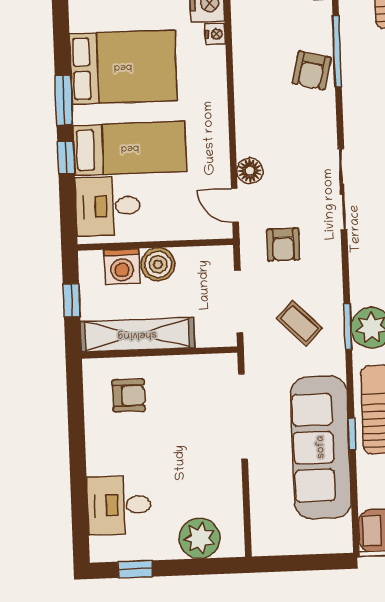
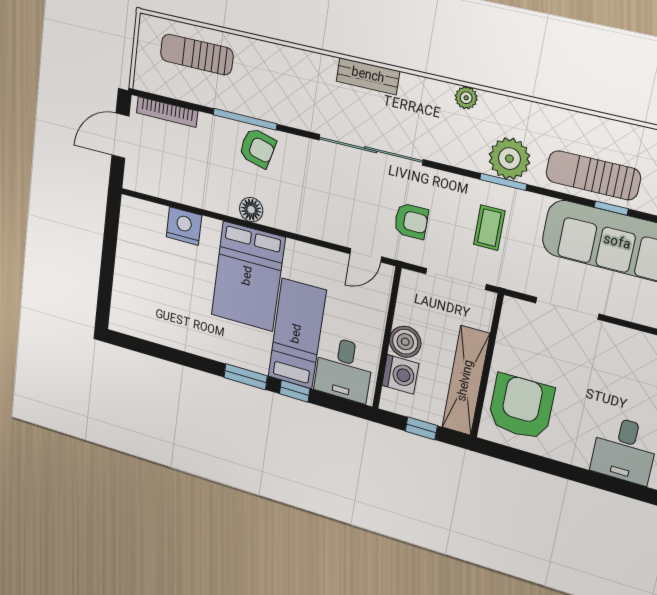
nightstand: (215, 34) -> (211, 227), removed
bed: (123, 67) -> (248, 276), moved, turned 180
floor lamp: (250, 171) -> (251, 210), moved
sliding door: (342, 189) -> (371, 150), width x1.36
coffee table: (299, 323) -> (489, 228), turned -44
armchair: (129, 395) -> (521, 407), width x1.88, depth x1.88
doorway: (243, 416) -> (567, 308), width x0.73

